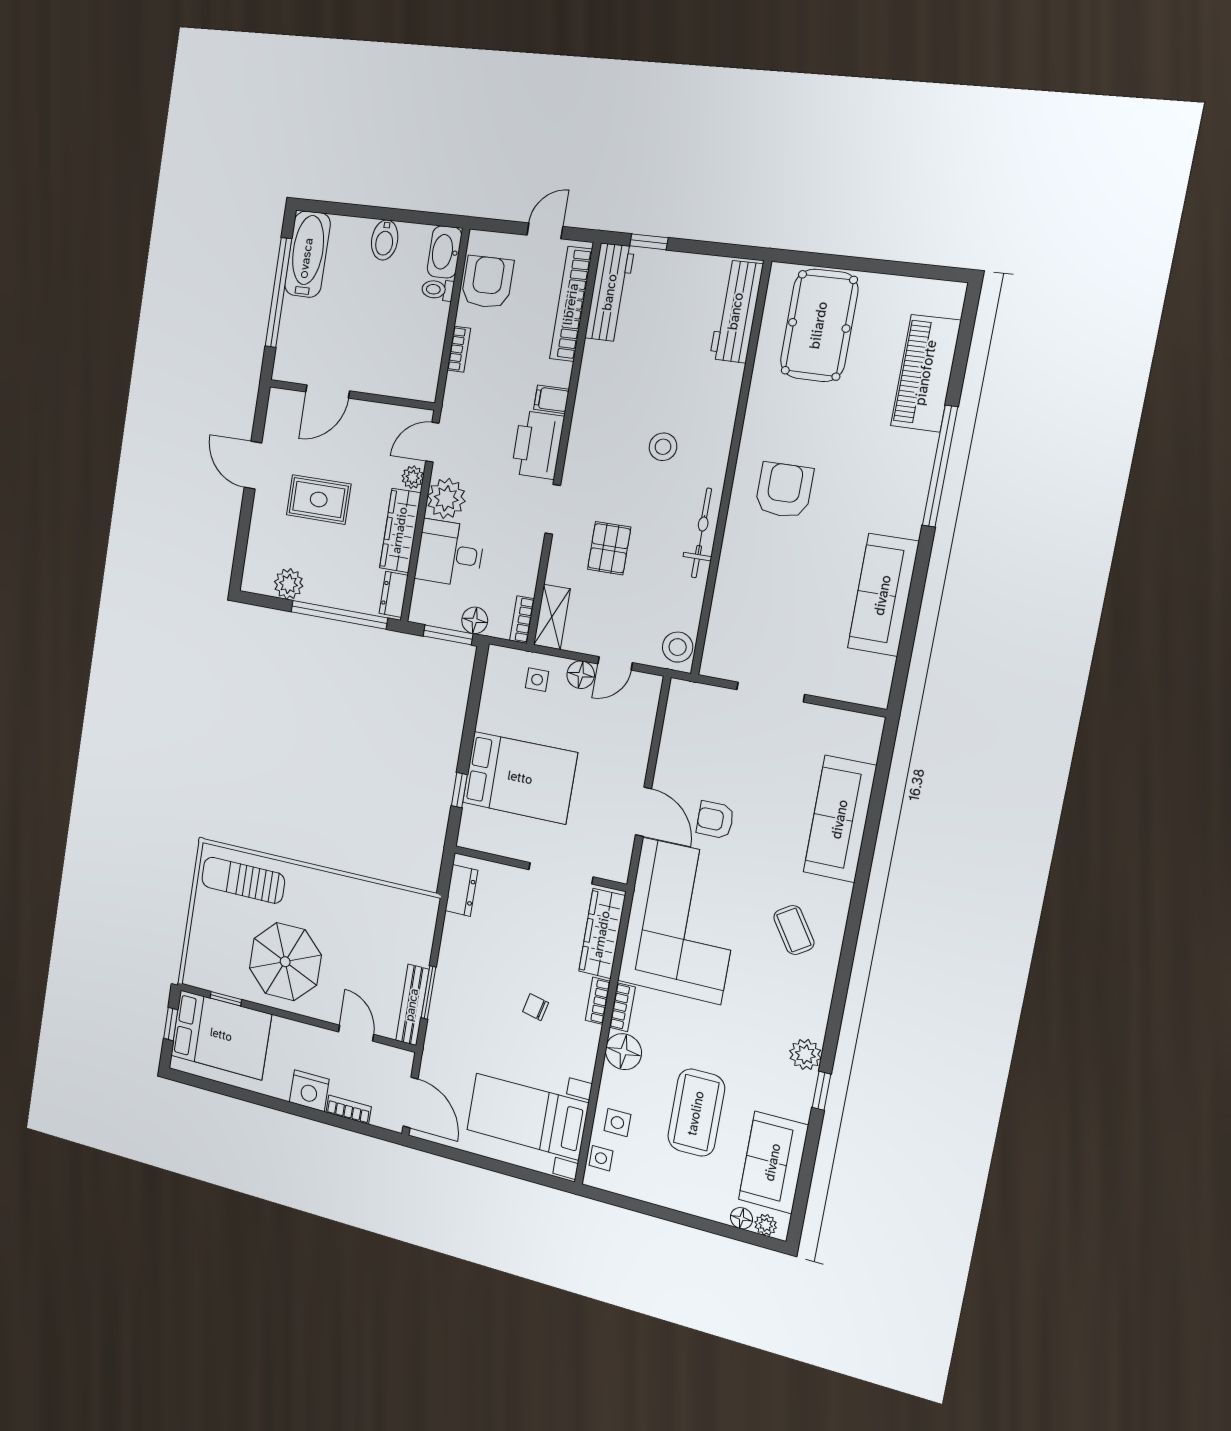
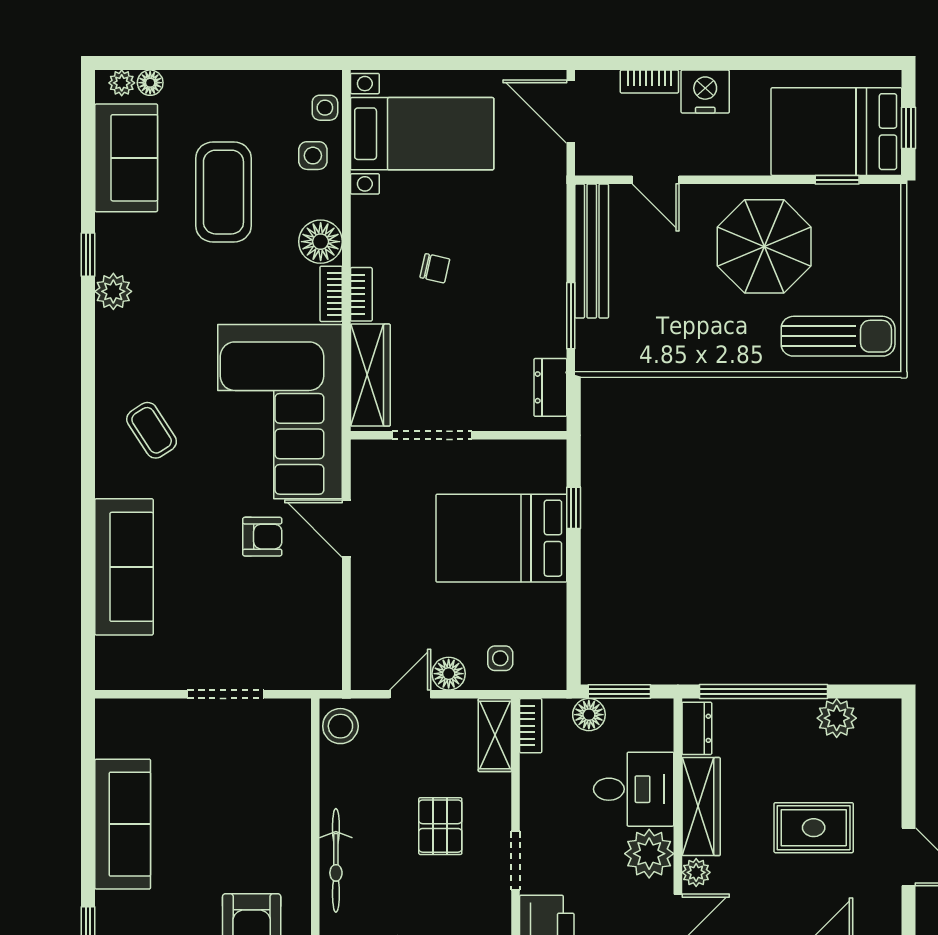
window: (428, 993) -> (571, 316), moved
bench: (412, 1005) -> (592, 251), width x1.37, depth x1.21

